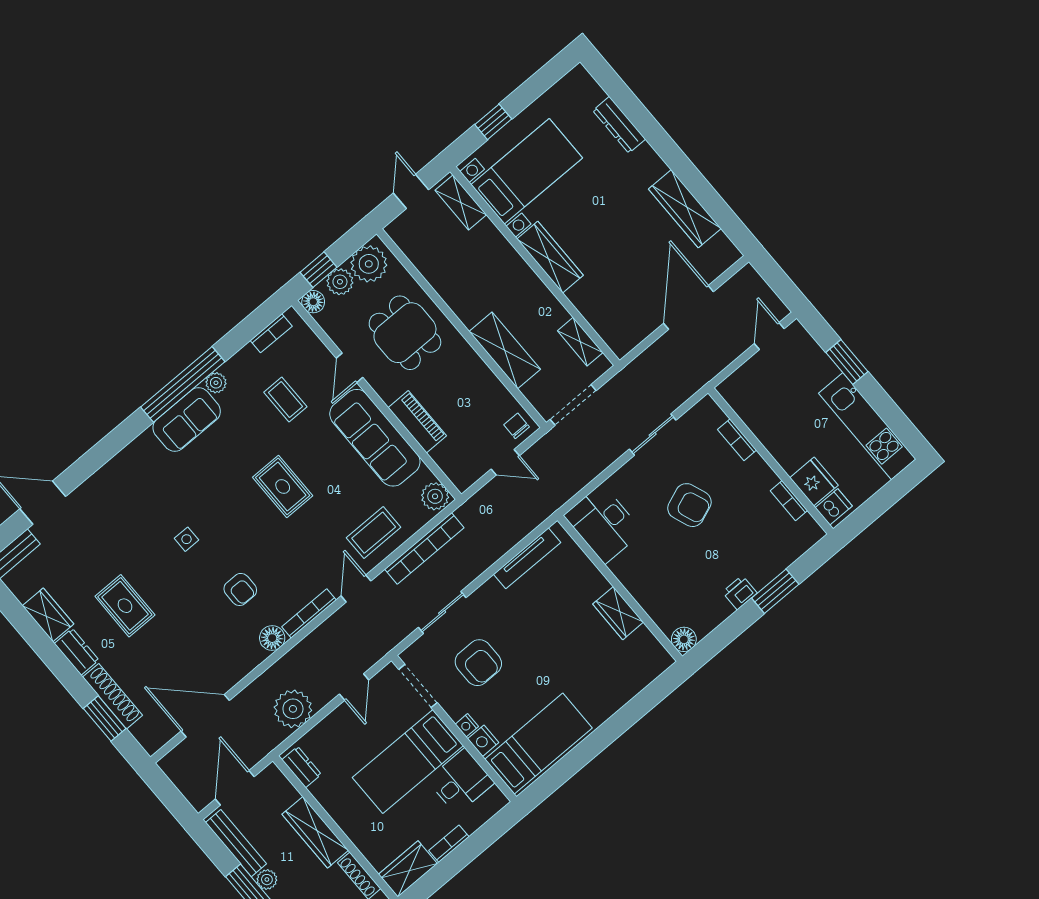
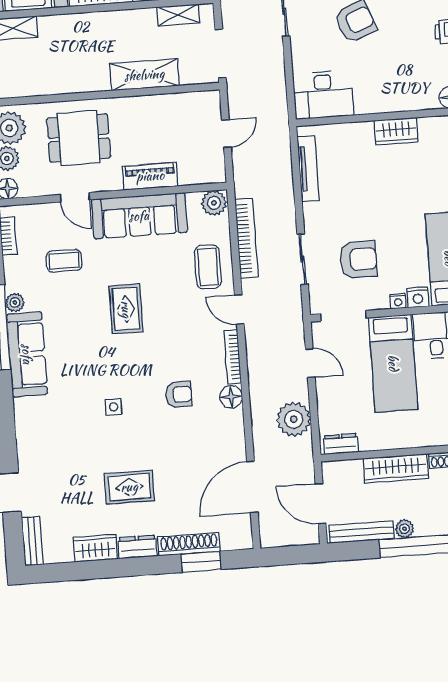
sofa: (187, 419) -> (27, 354), width x1.36
chair: (517, 426) -> (206, 106), removed
rug: (283, 486) -> (126, 309), turned 90

